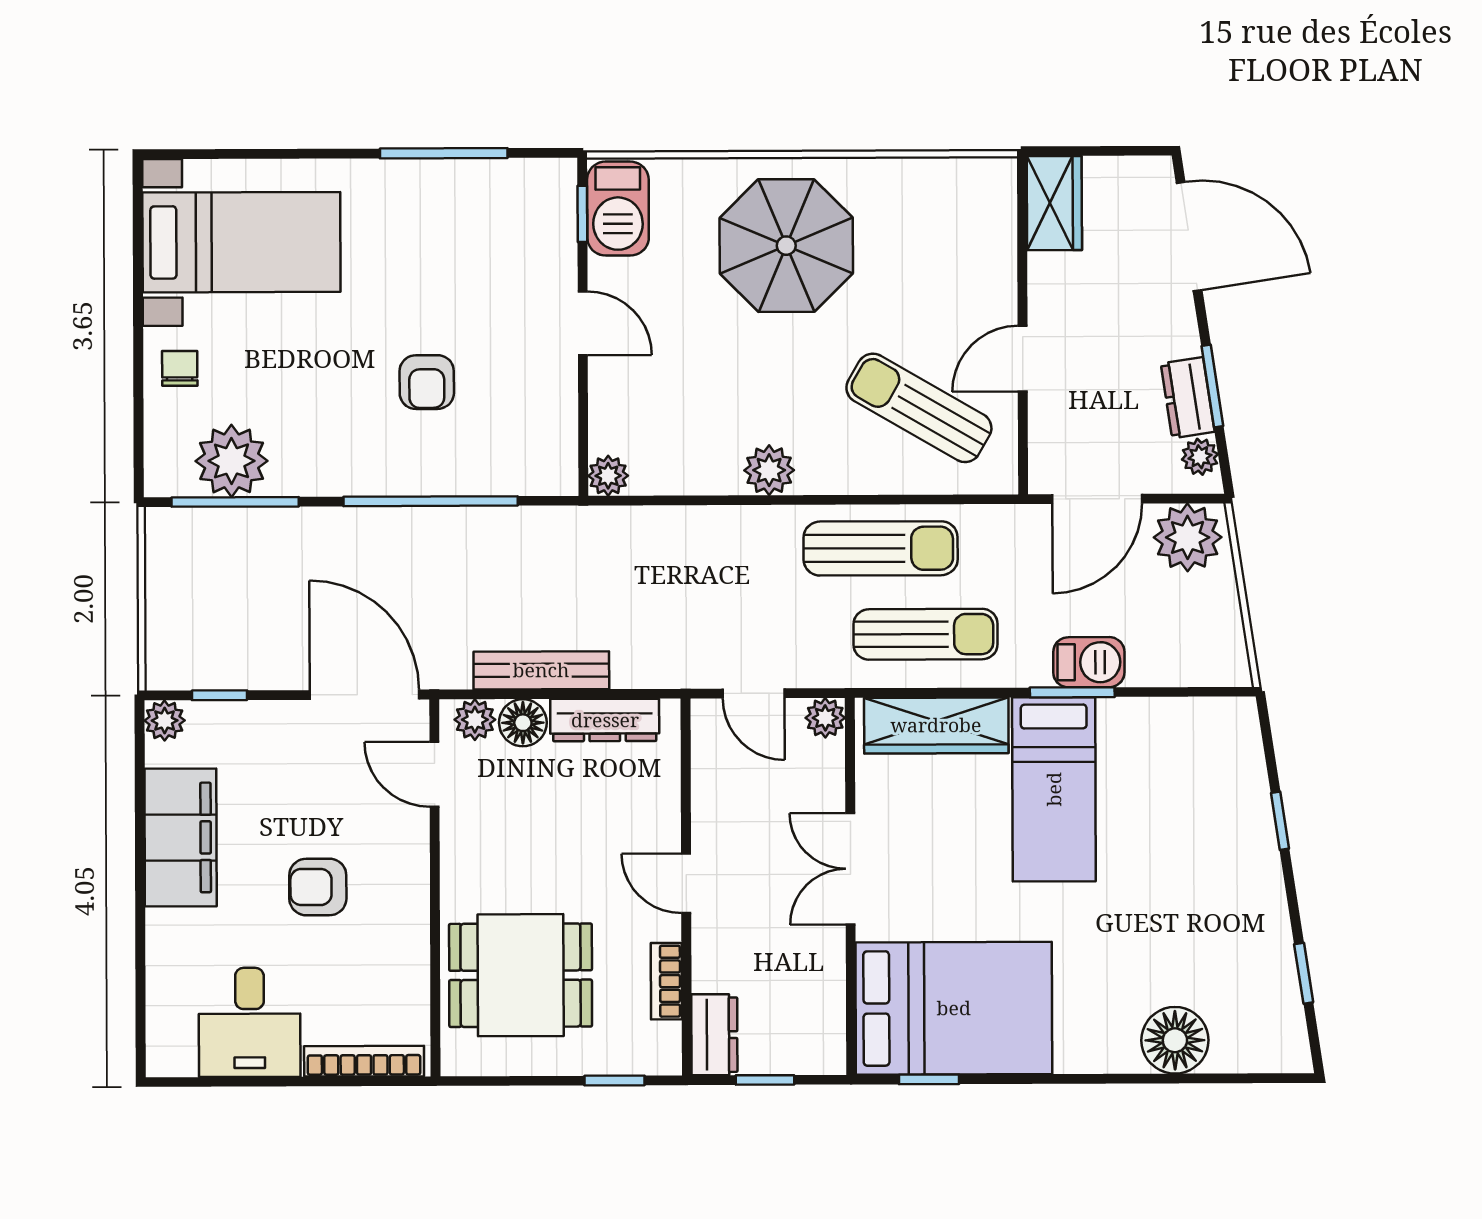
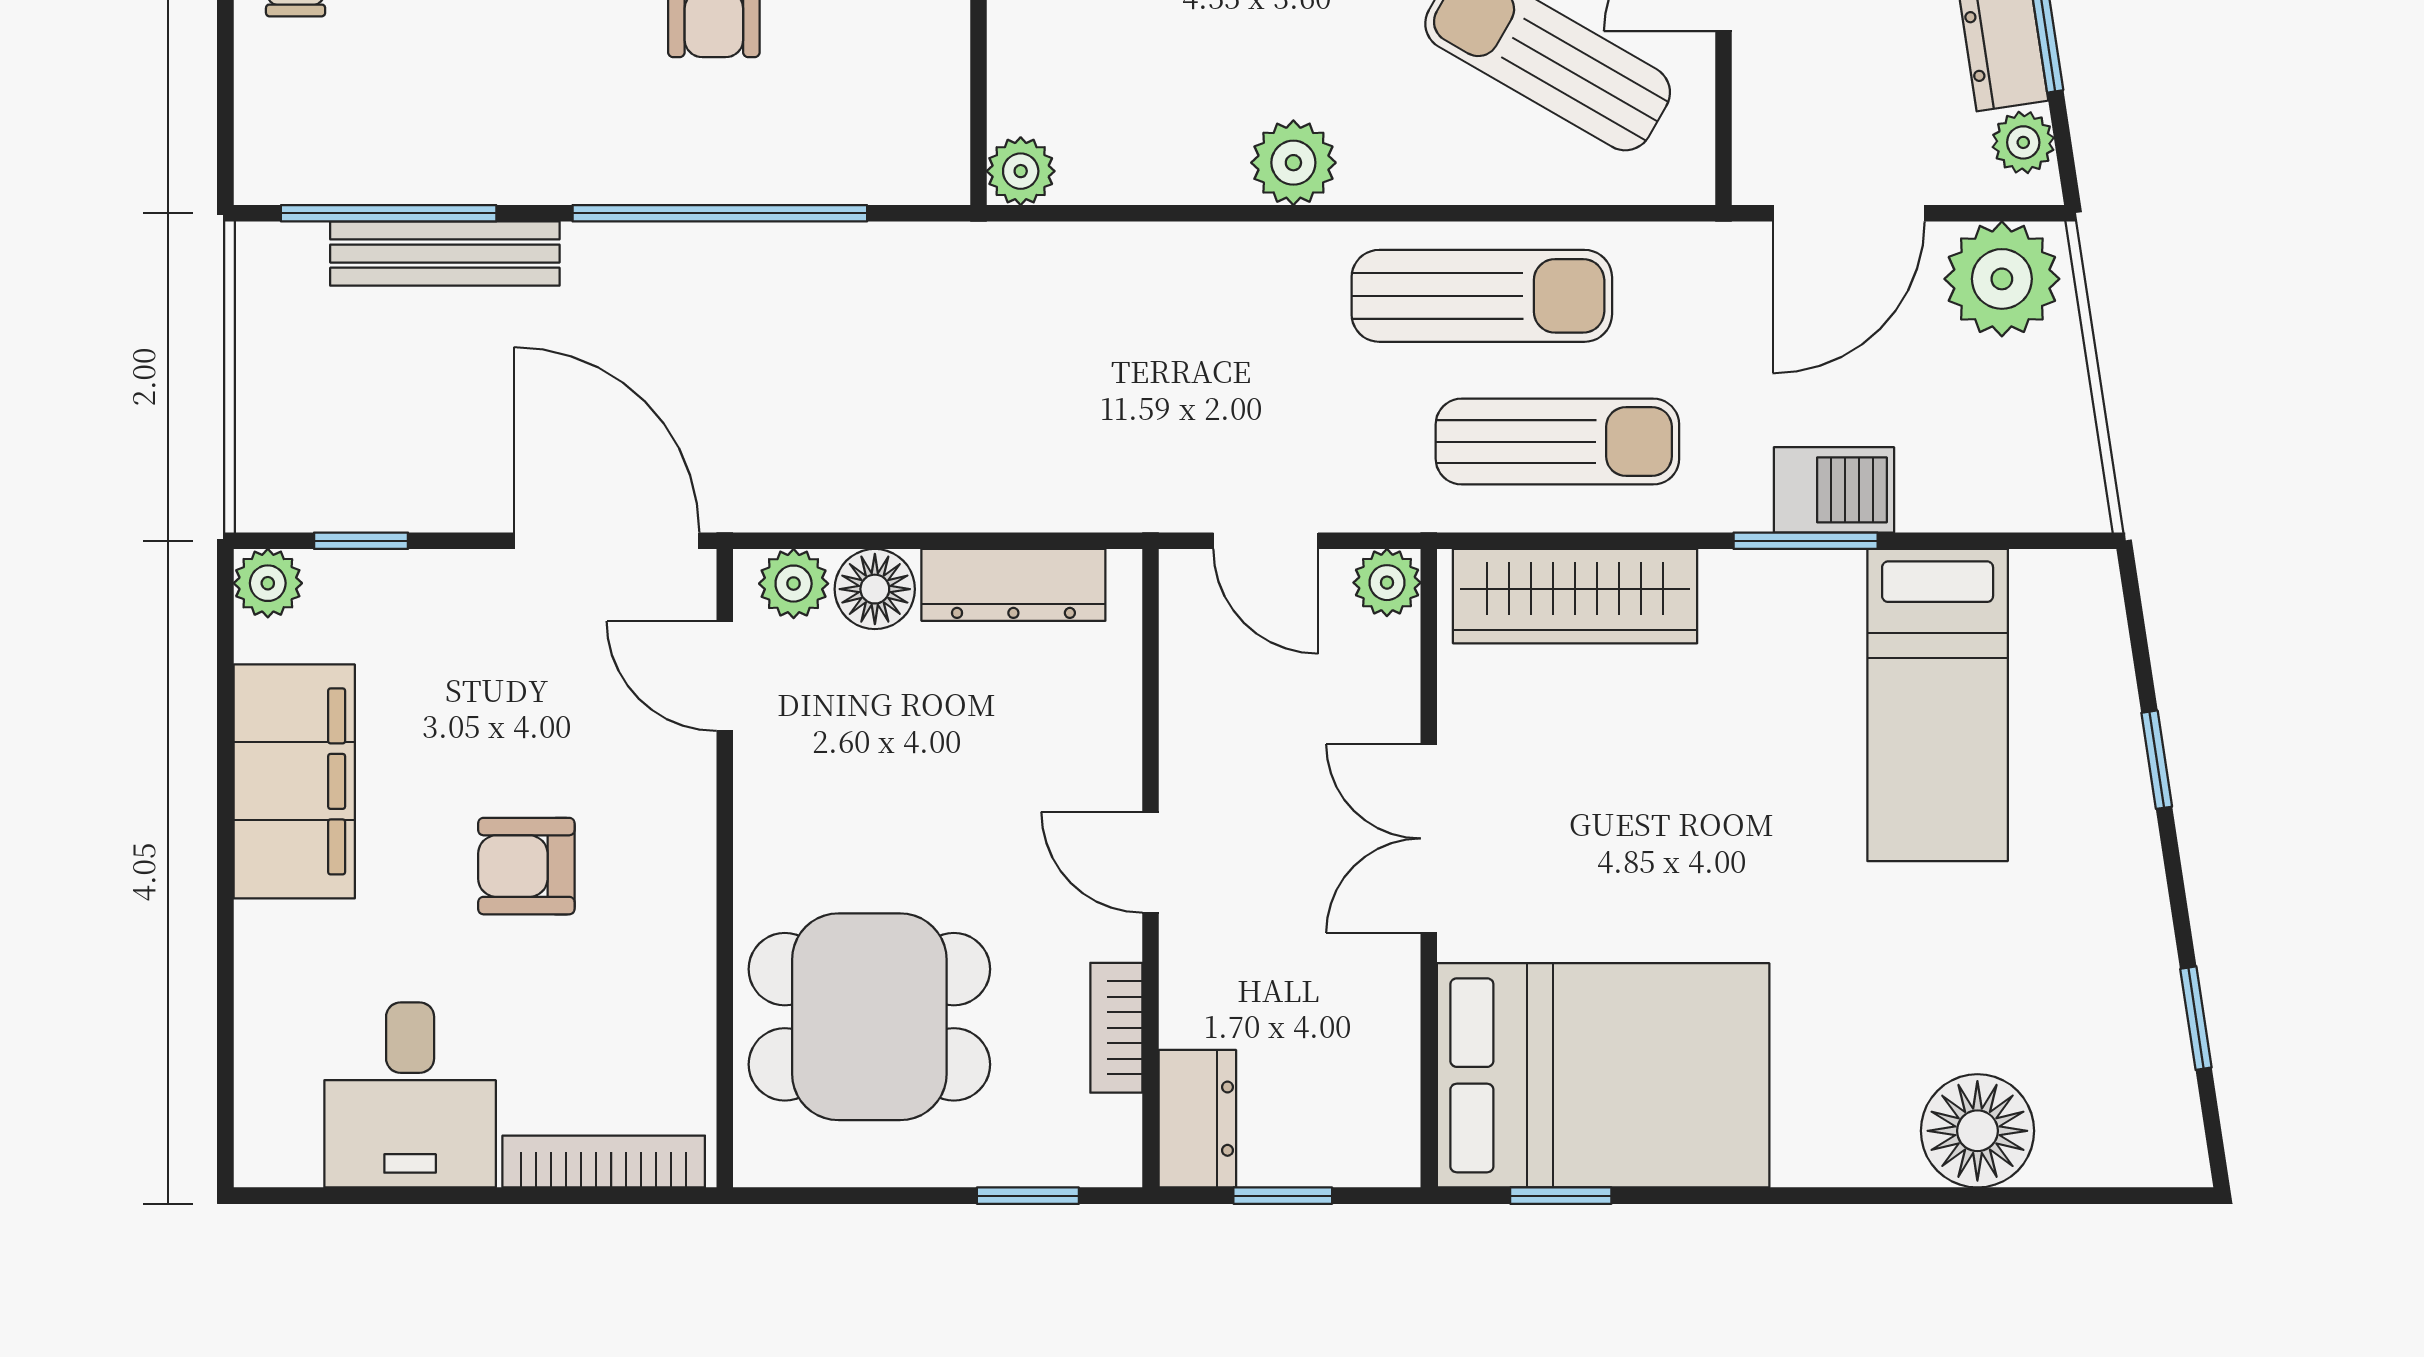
plant: (232, 461) -> (383, 144), removed
bench: (541, 670) -> (445, 254), moved
bed: (1054, 789) -> (1938, 705), moved

